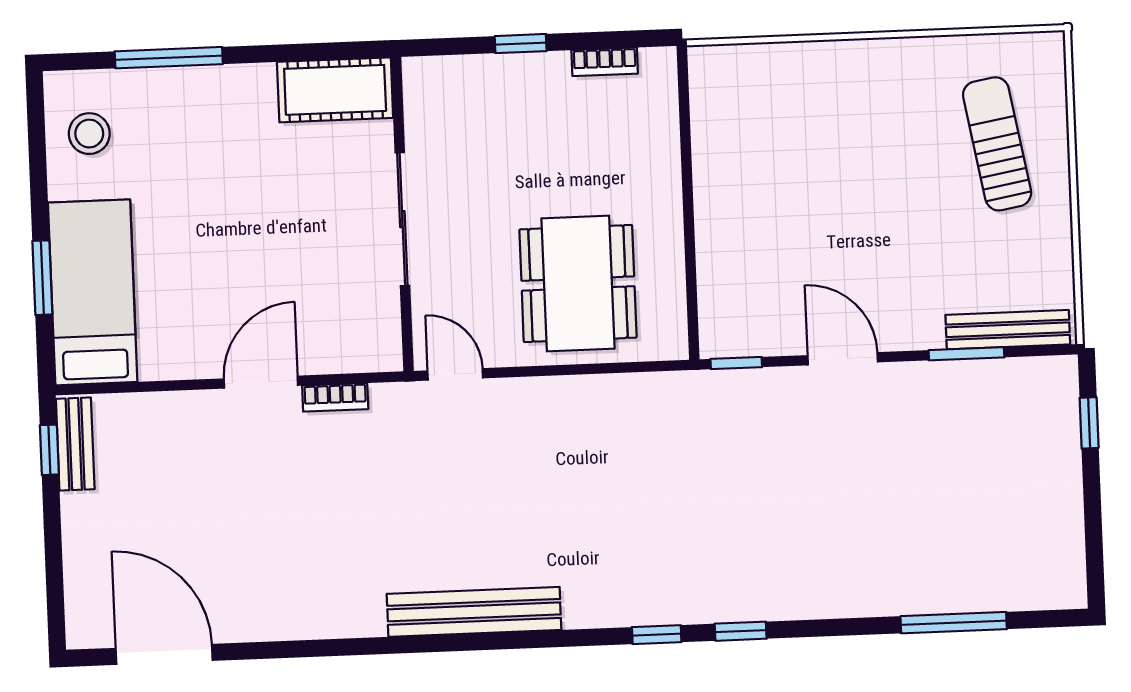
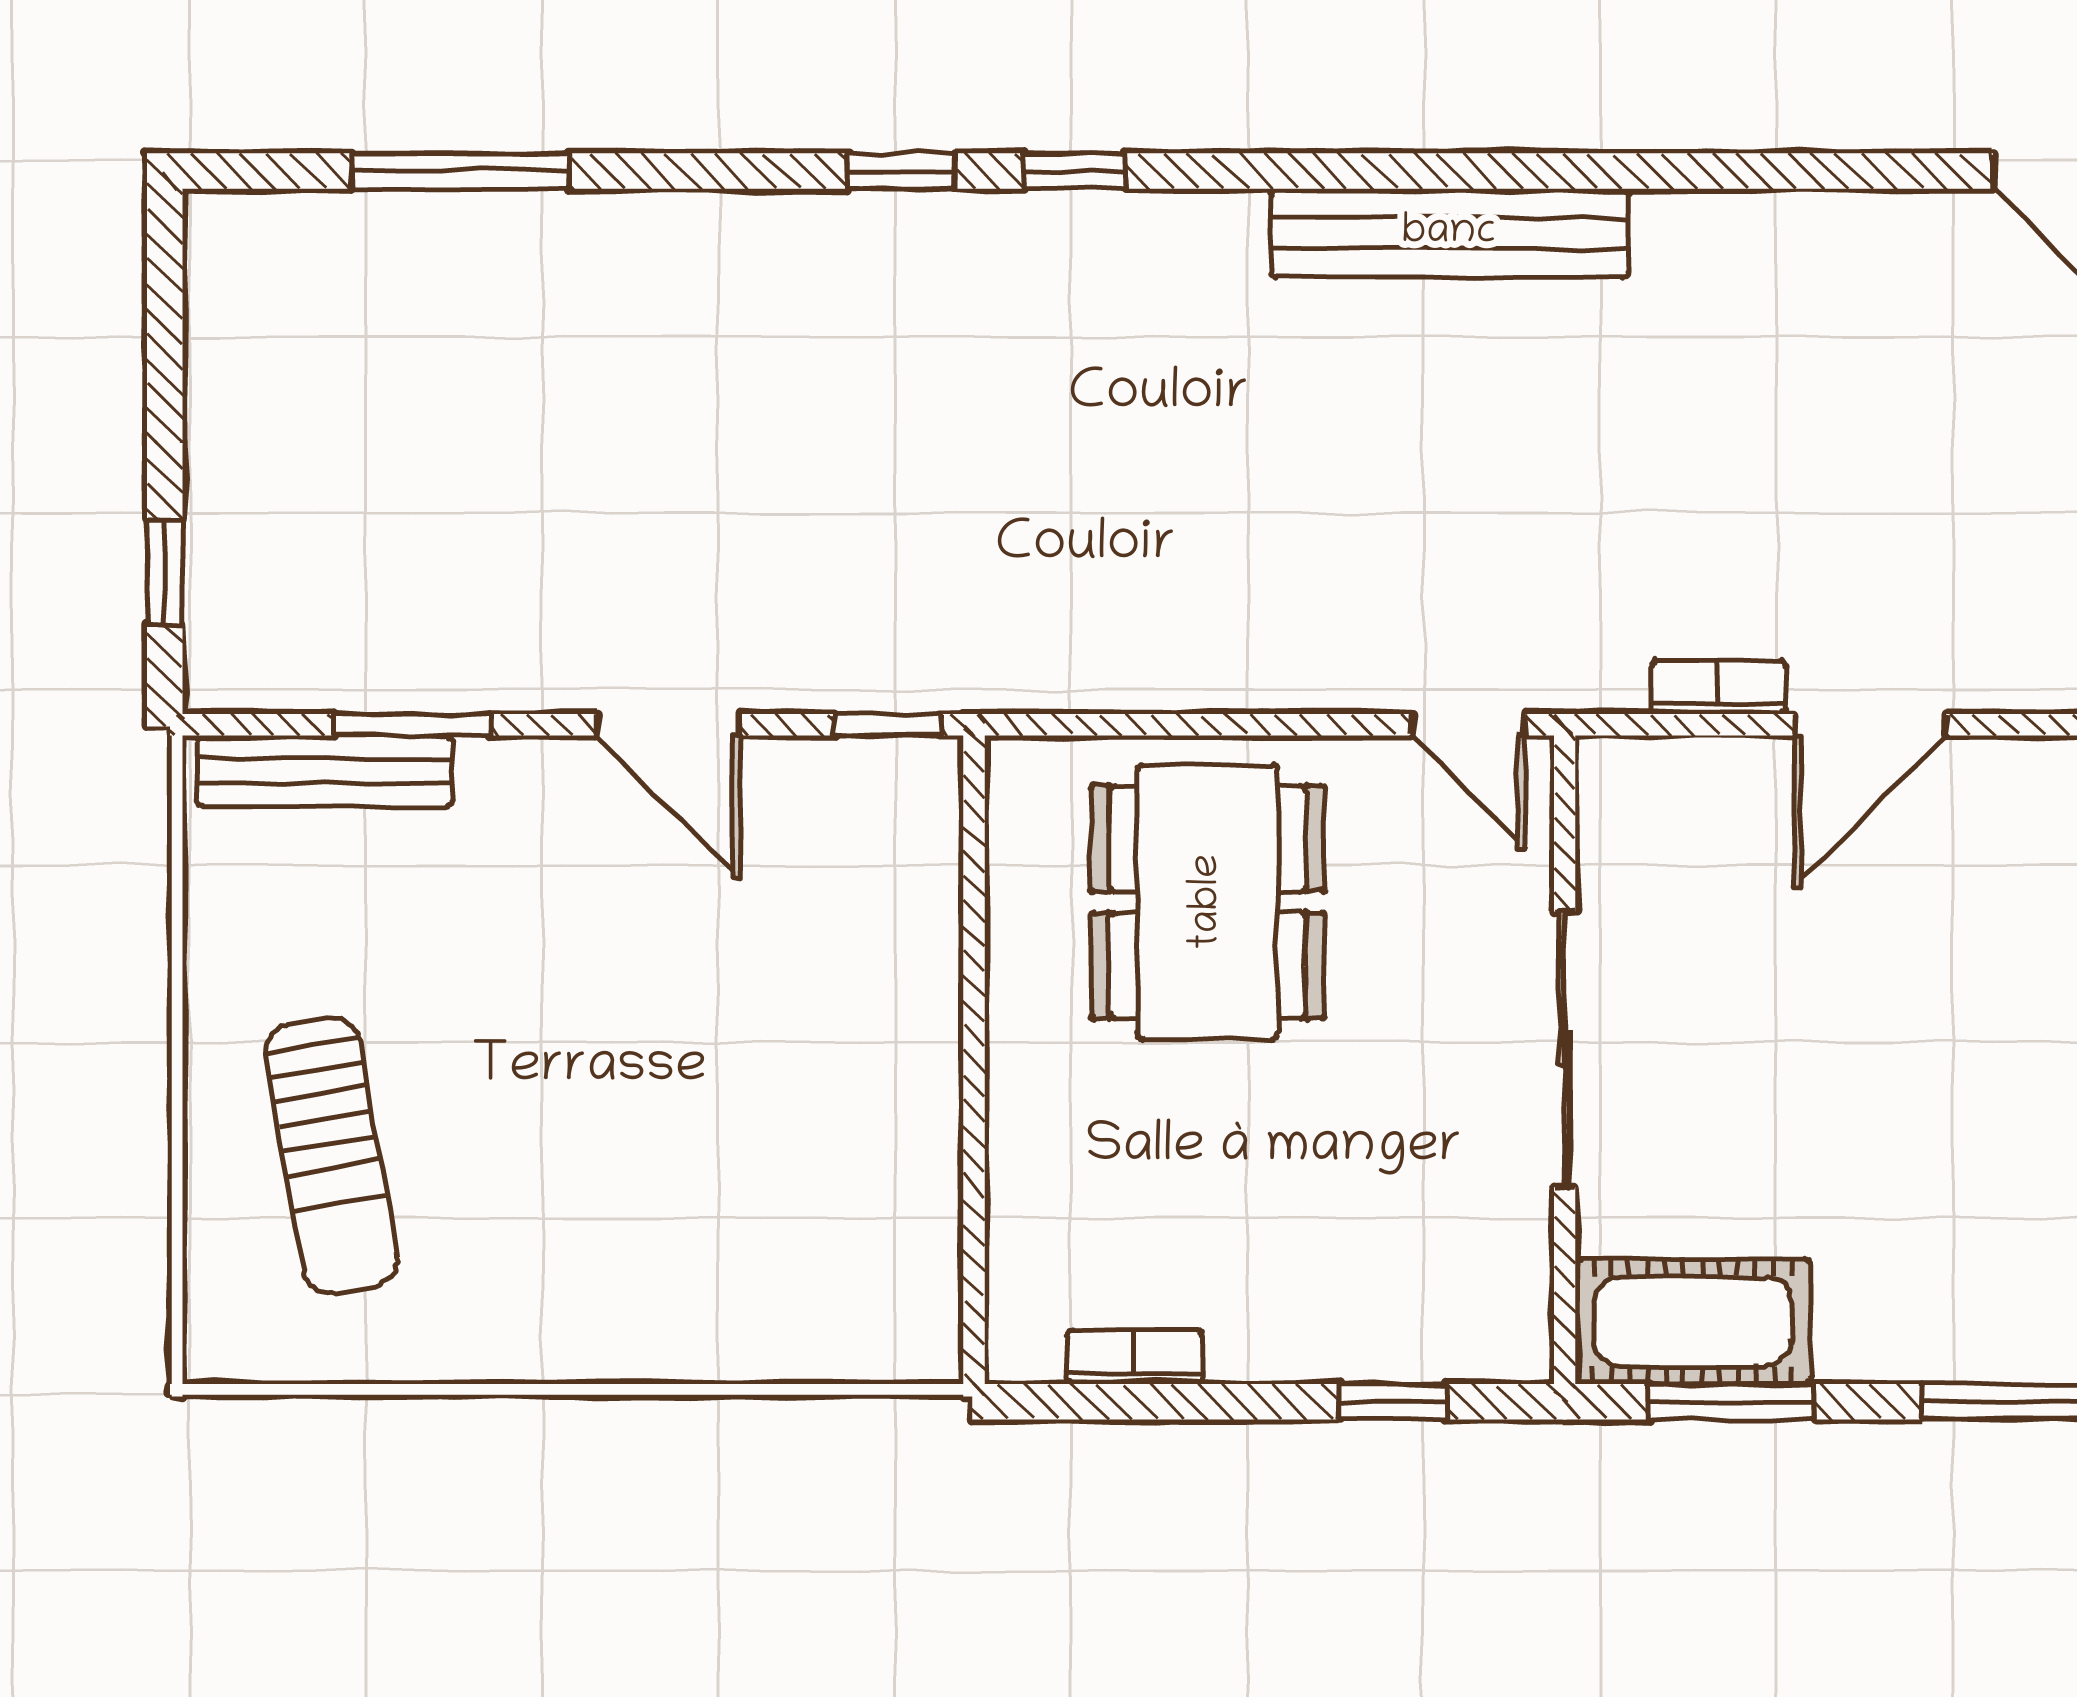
window: (521, 44) -> (1392, 1402), moved
window: (315, 52) -> (1732, 1402), added

